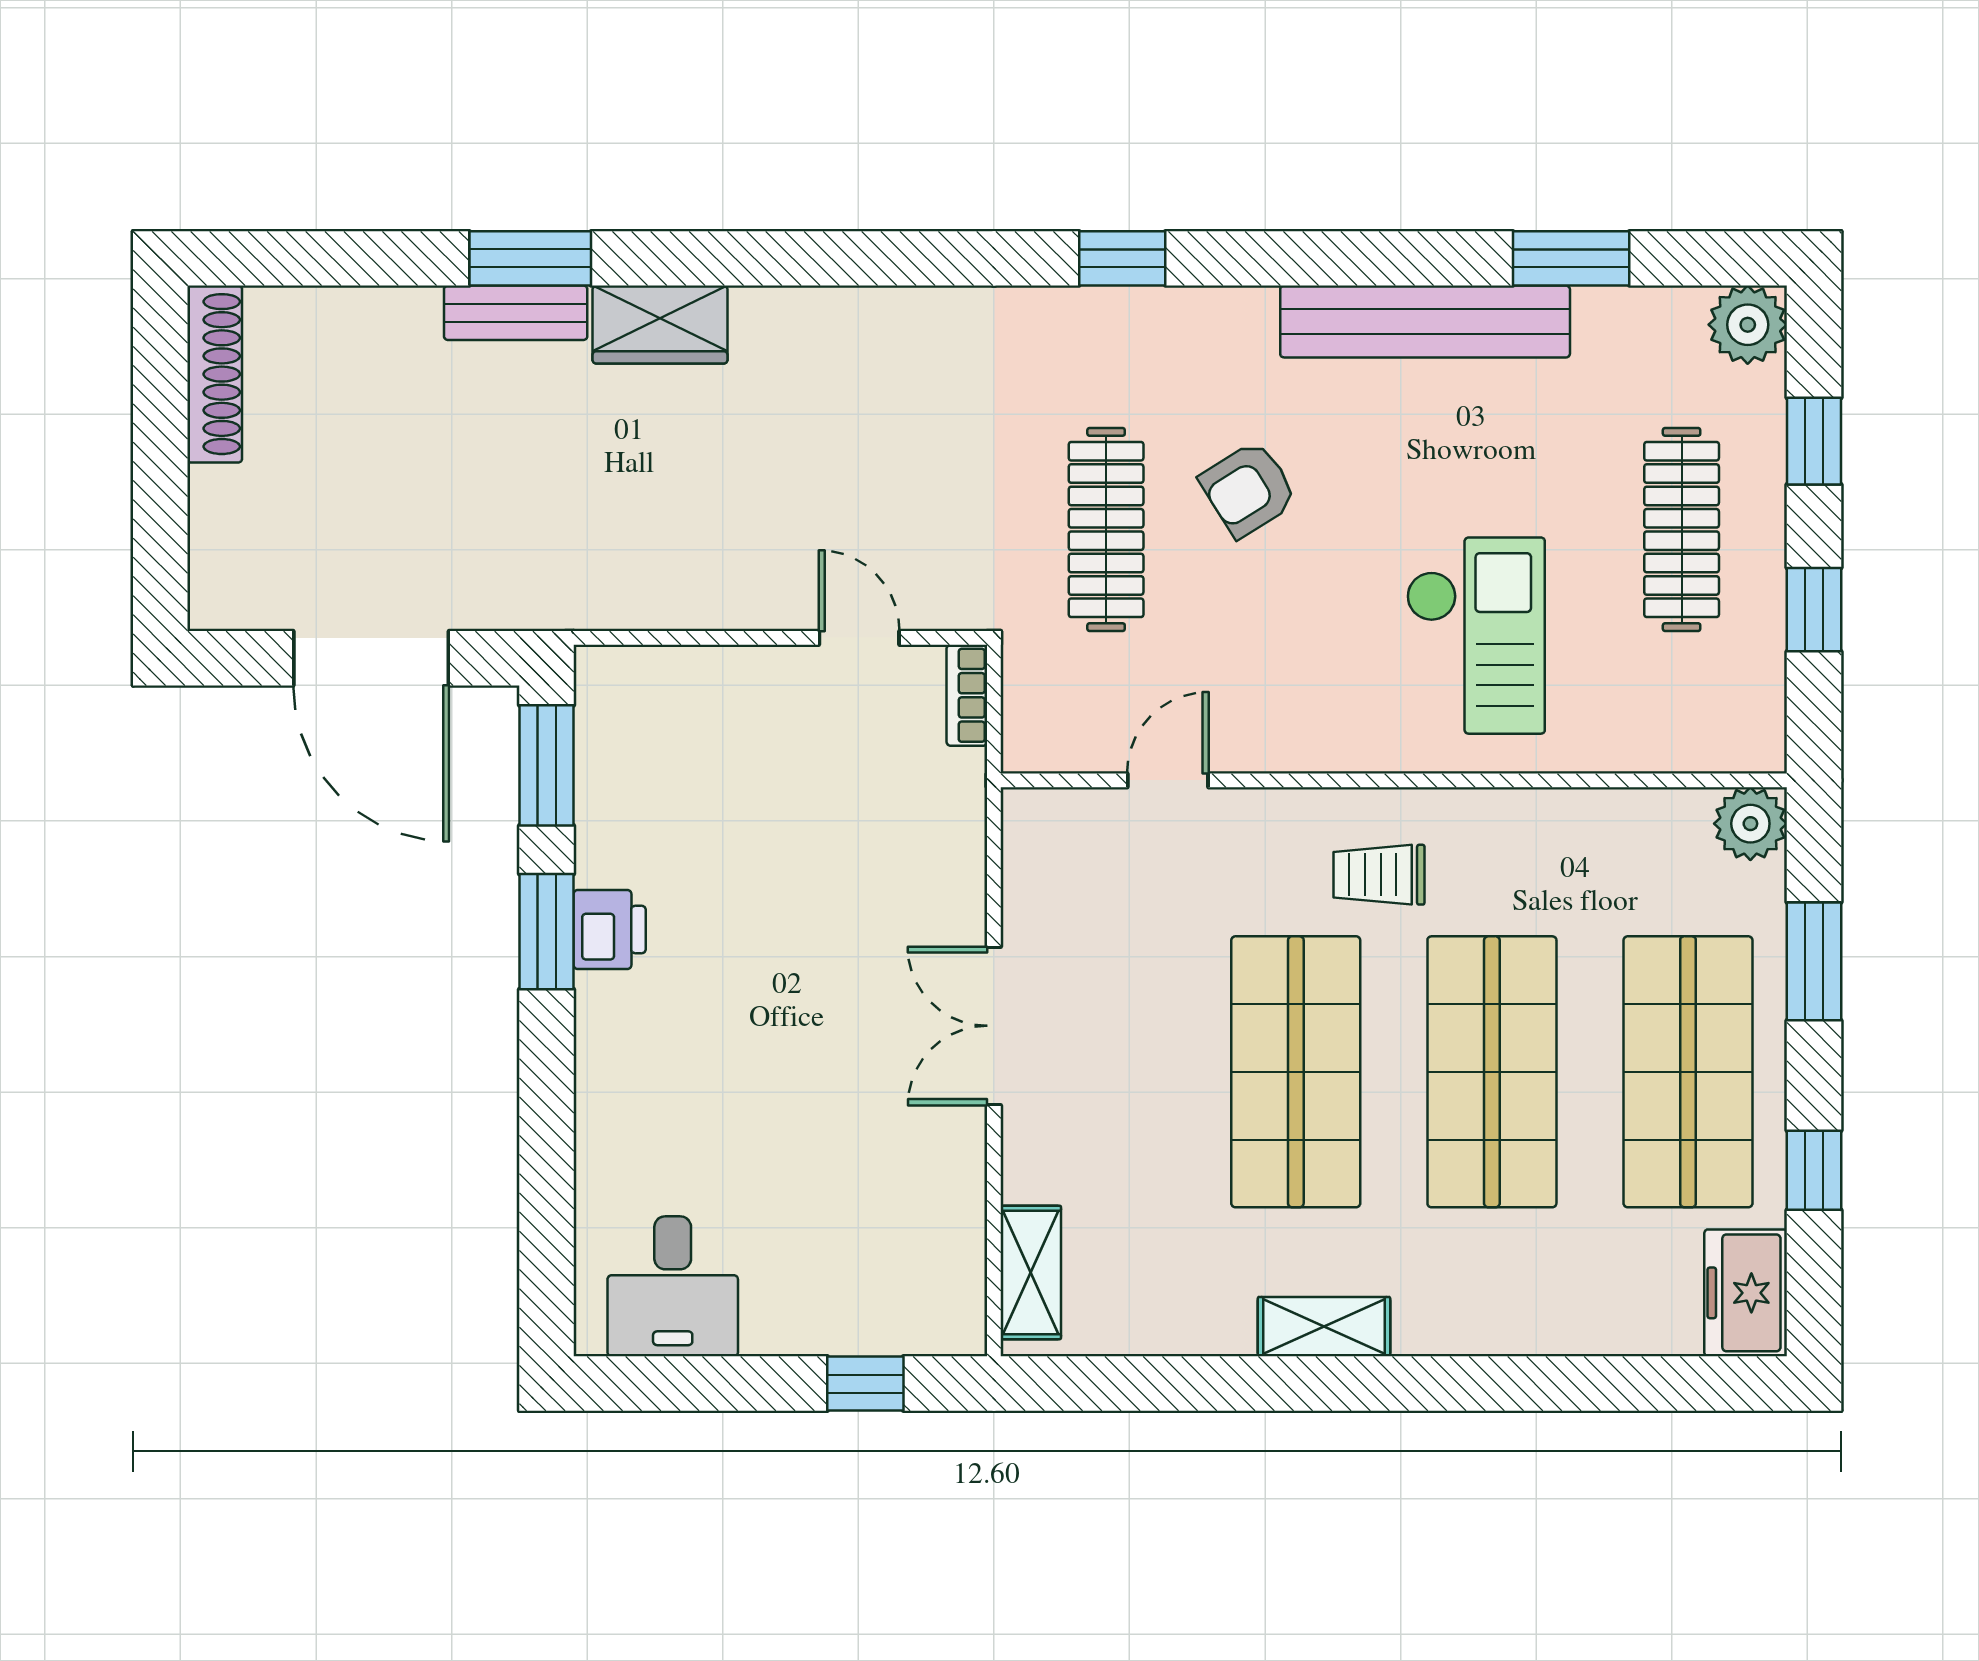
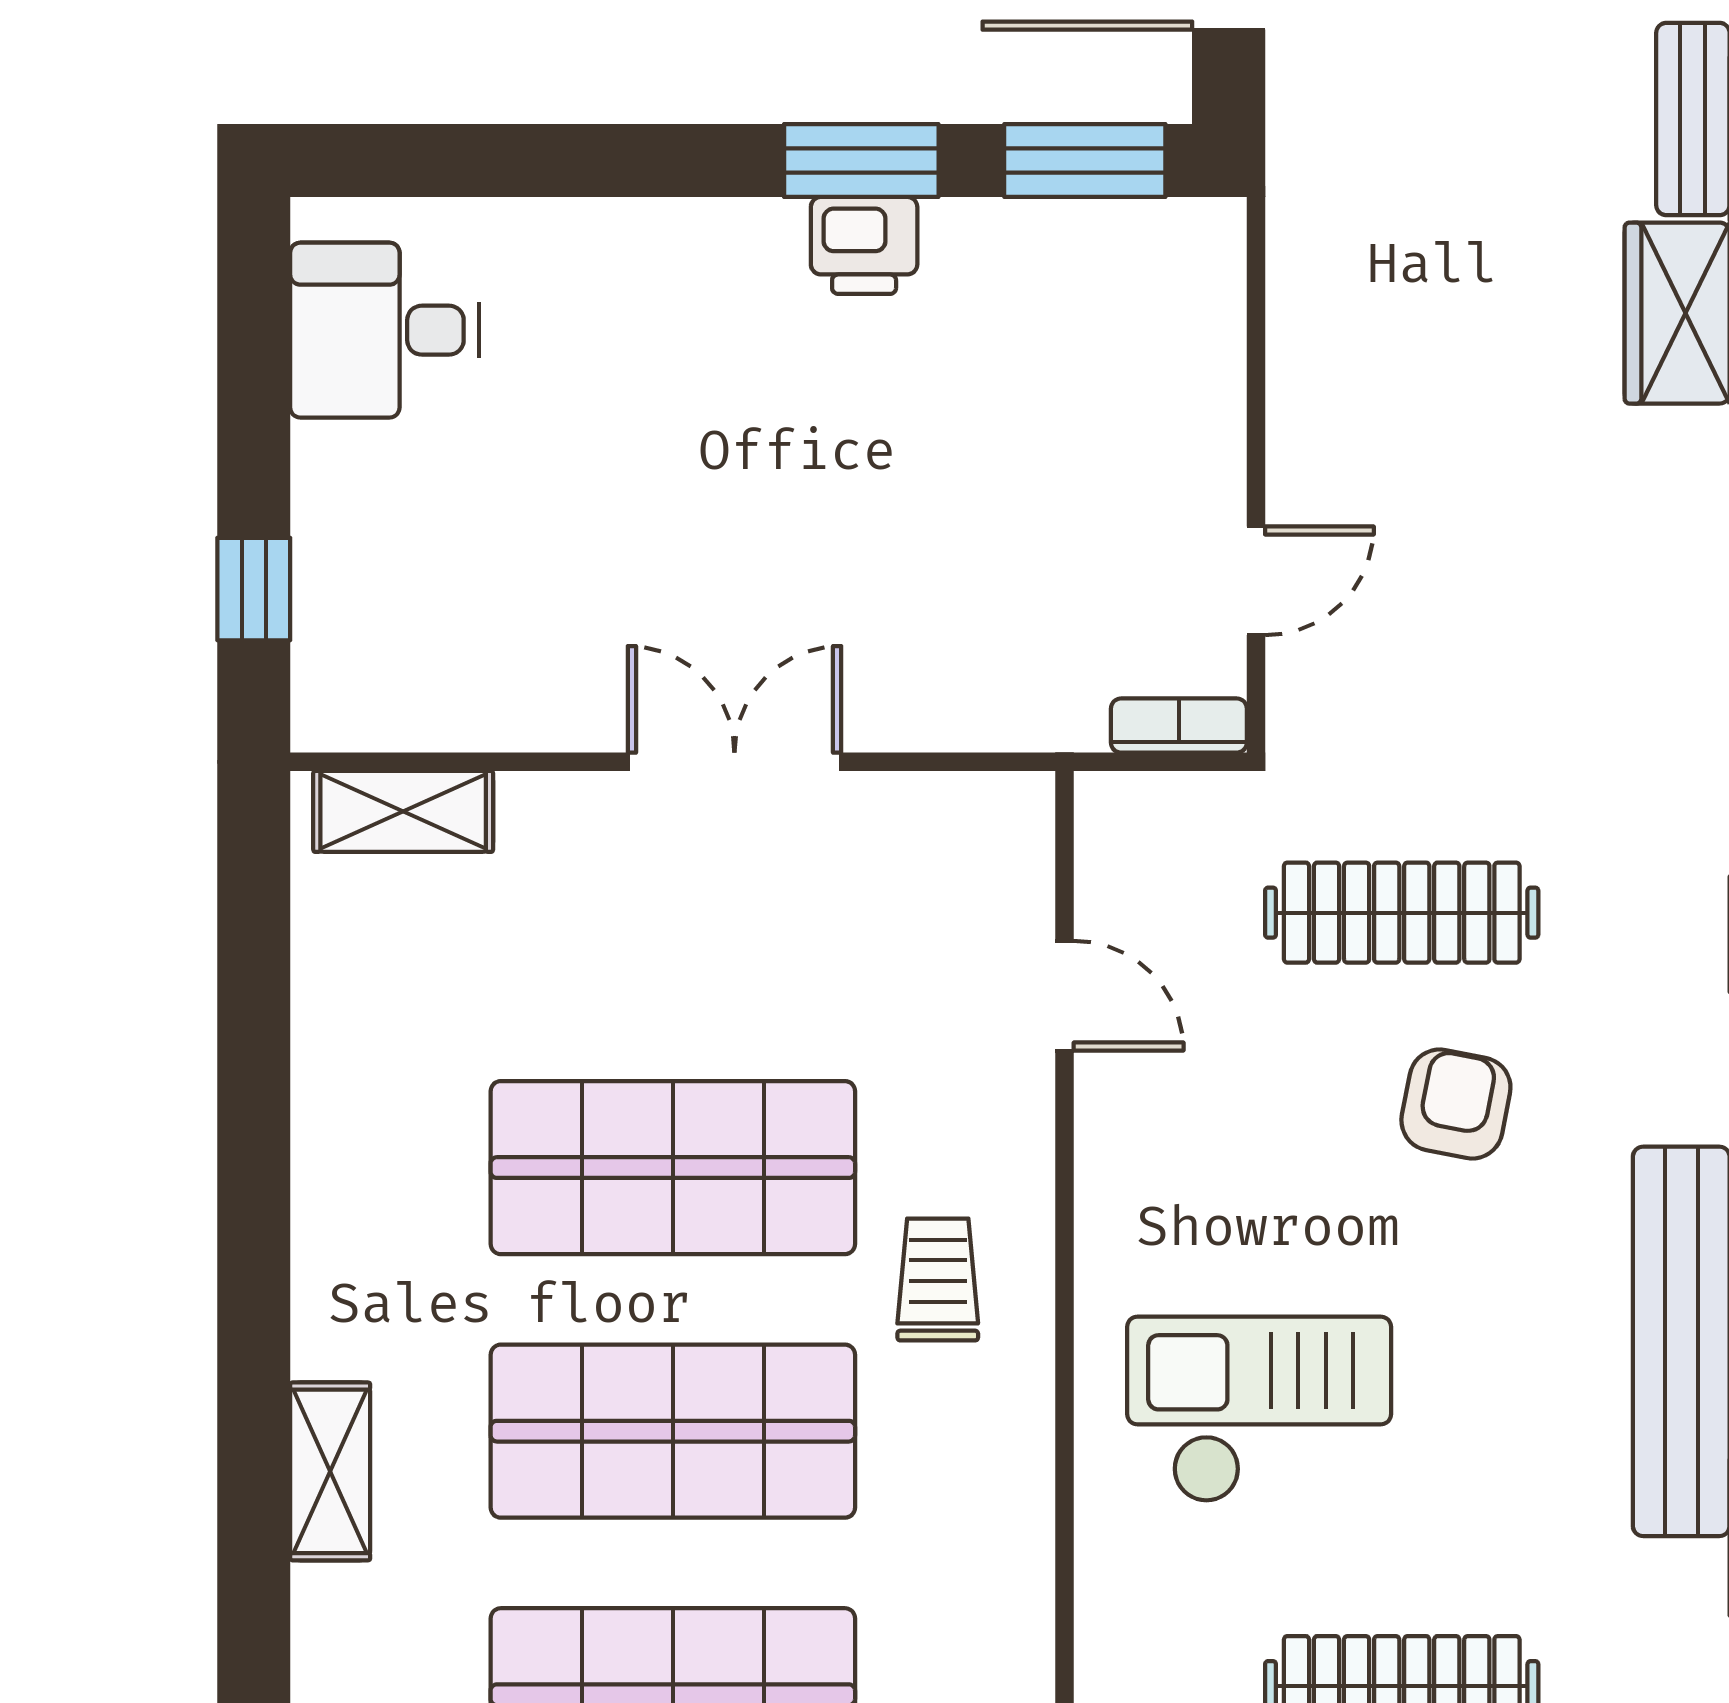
armchair: (1248, 489) -> (1456, 1104), turned 43
checkout: (1476, 636) -> (1259, 1409), turned 180
shelving: (1324, 1327) -> (330, 1471), moved

